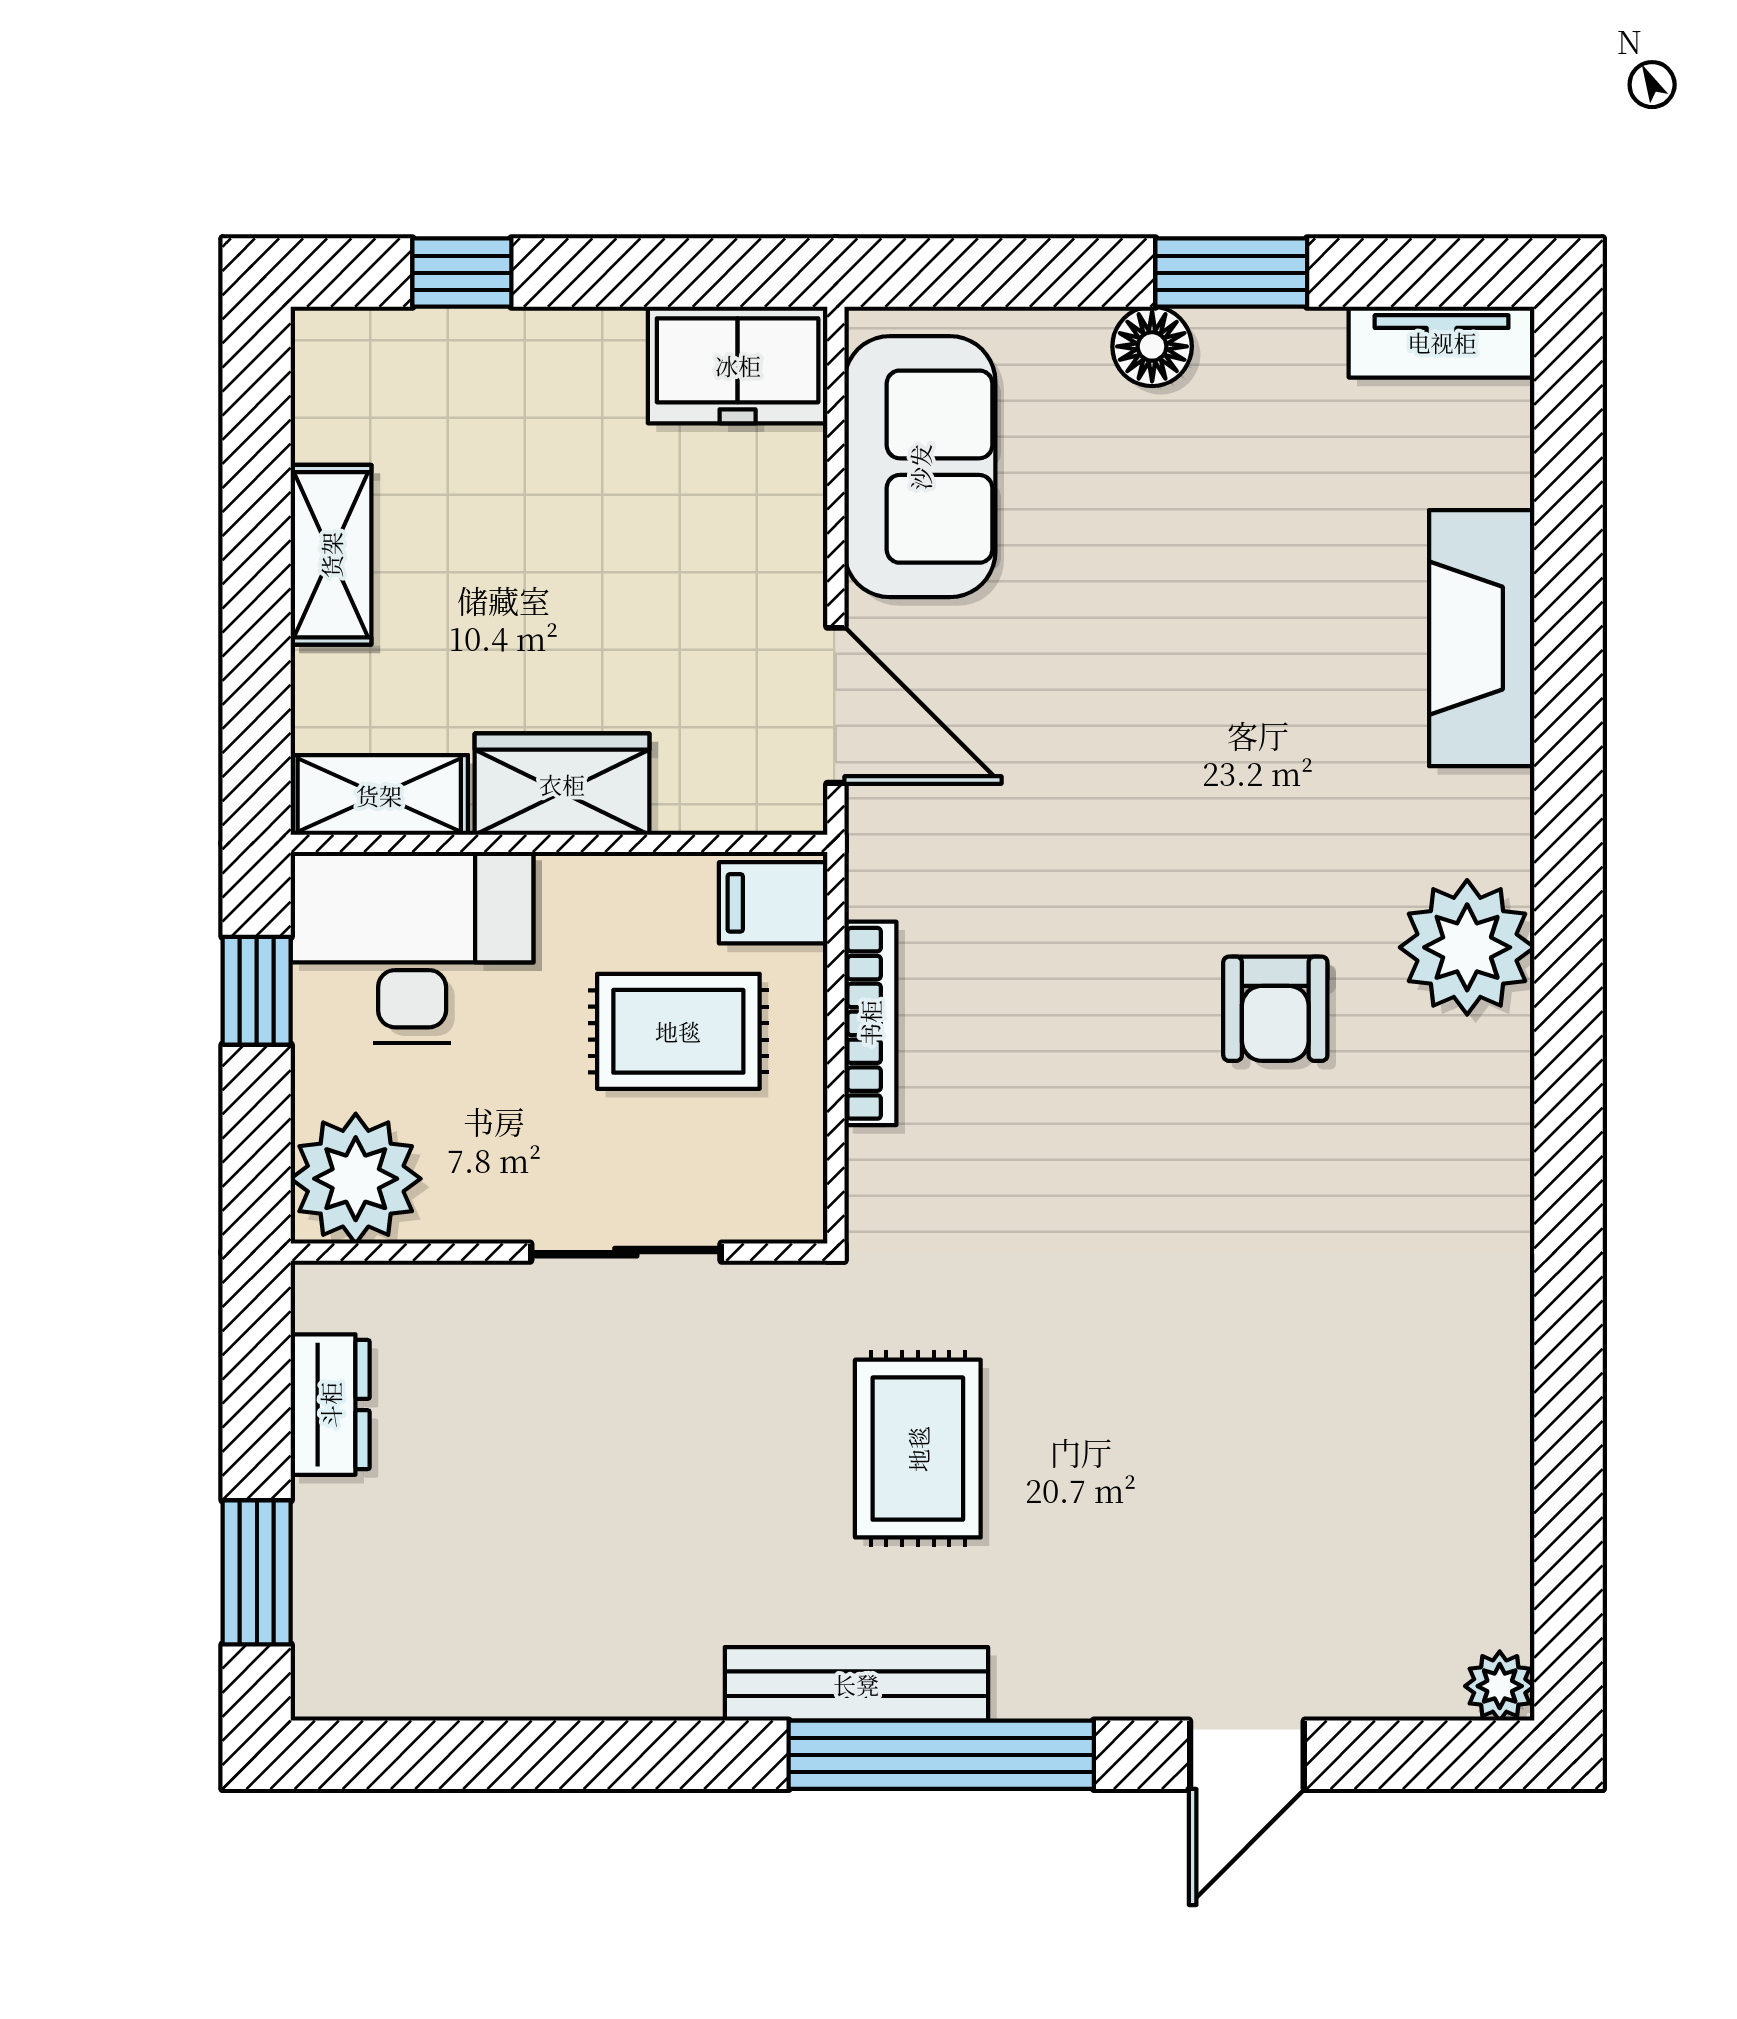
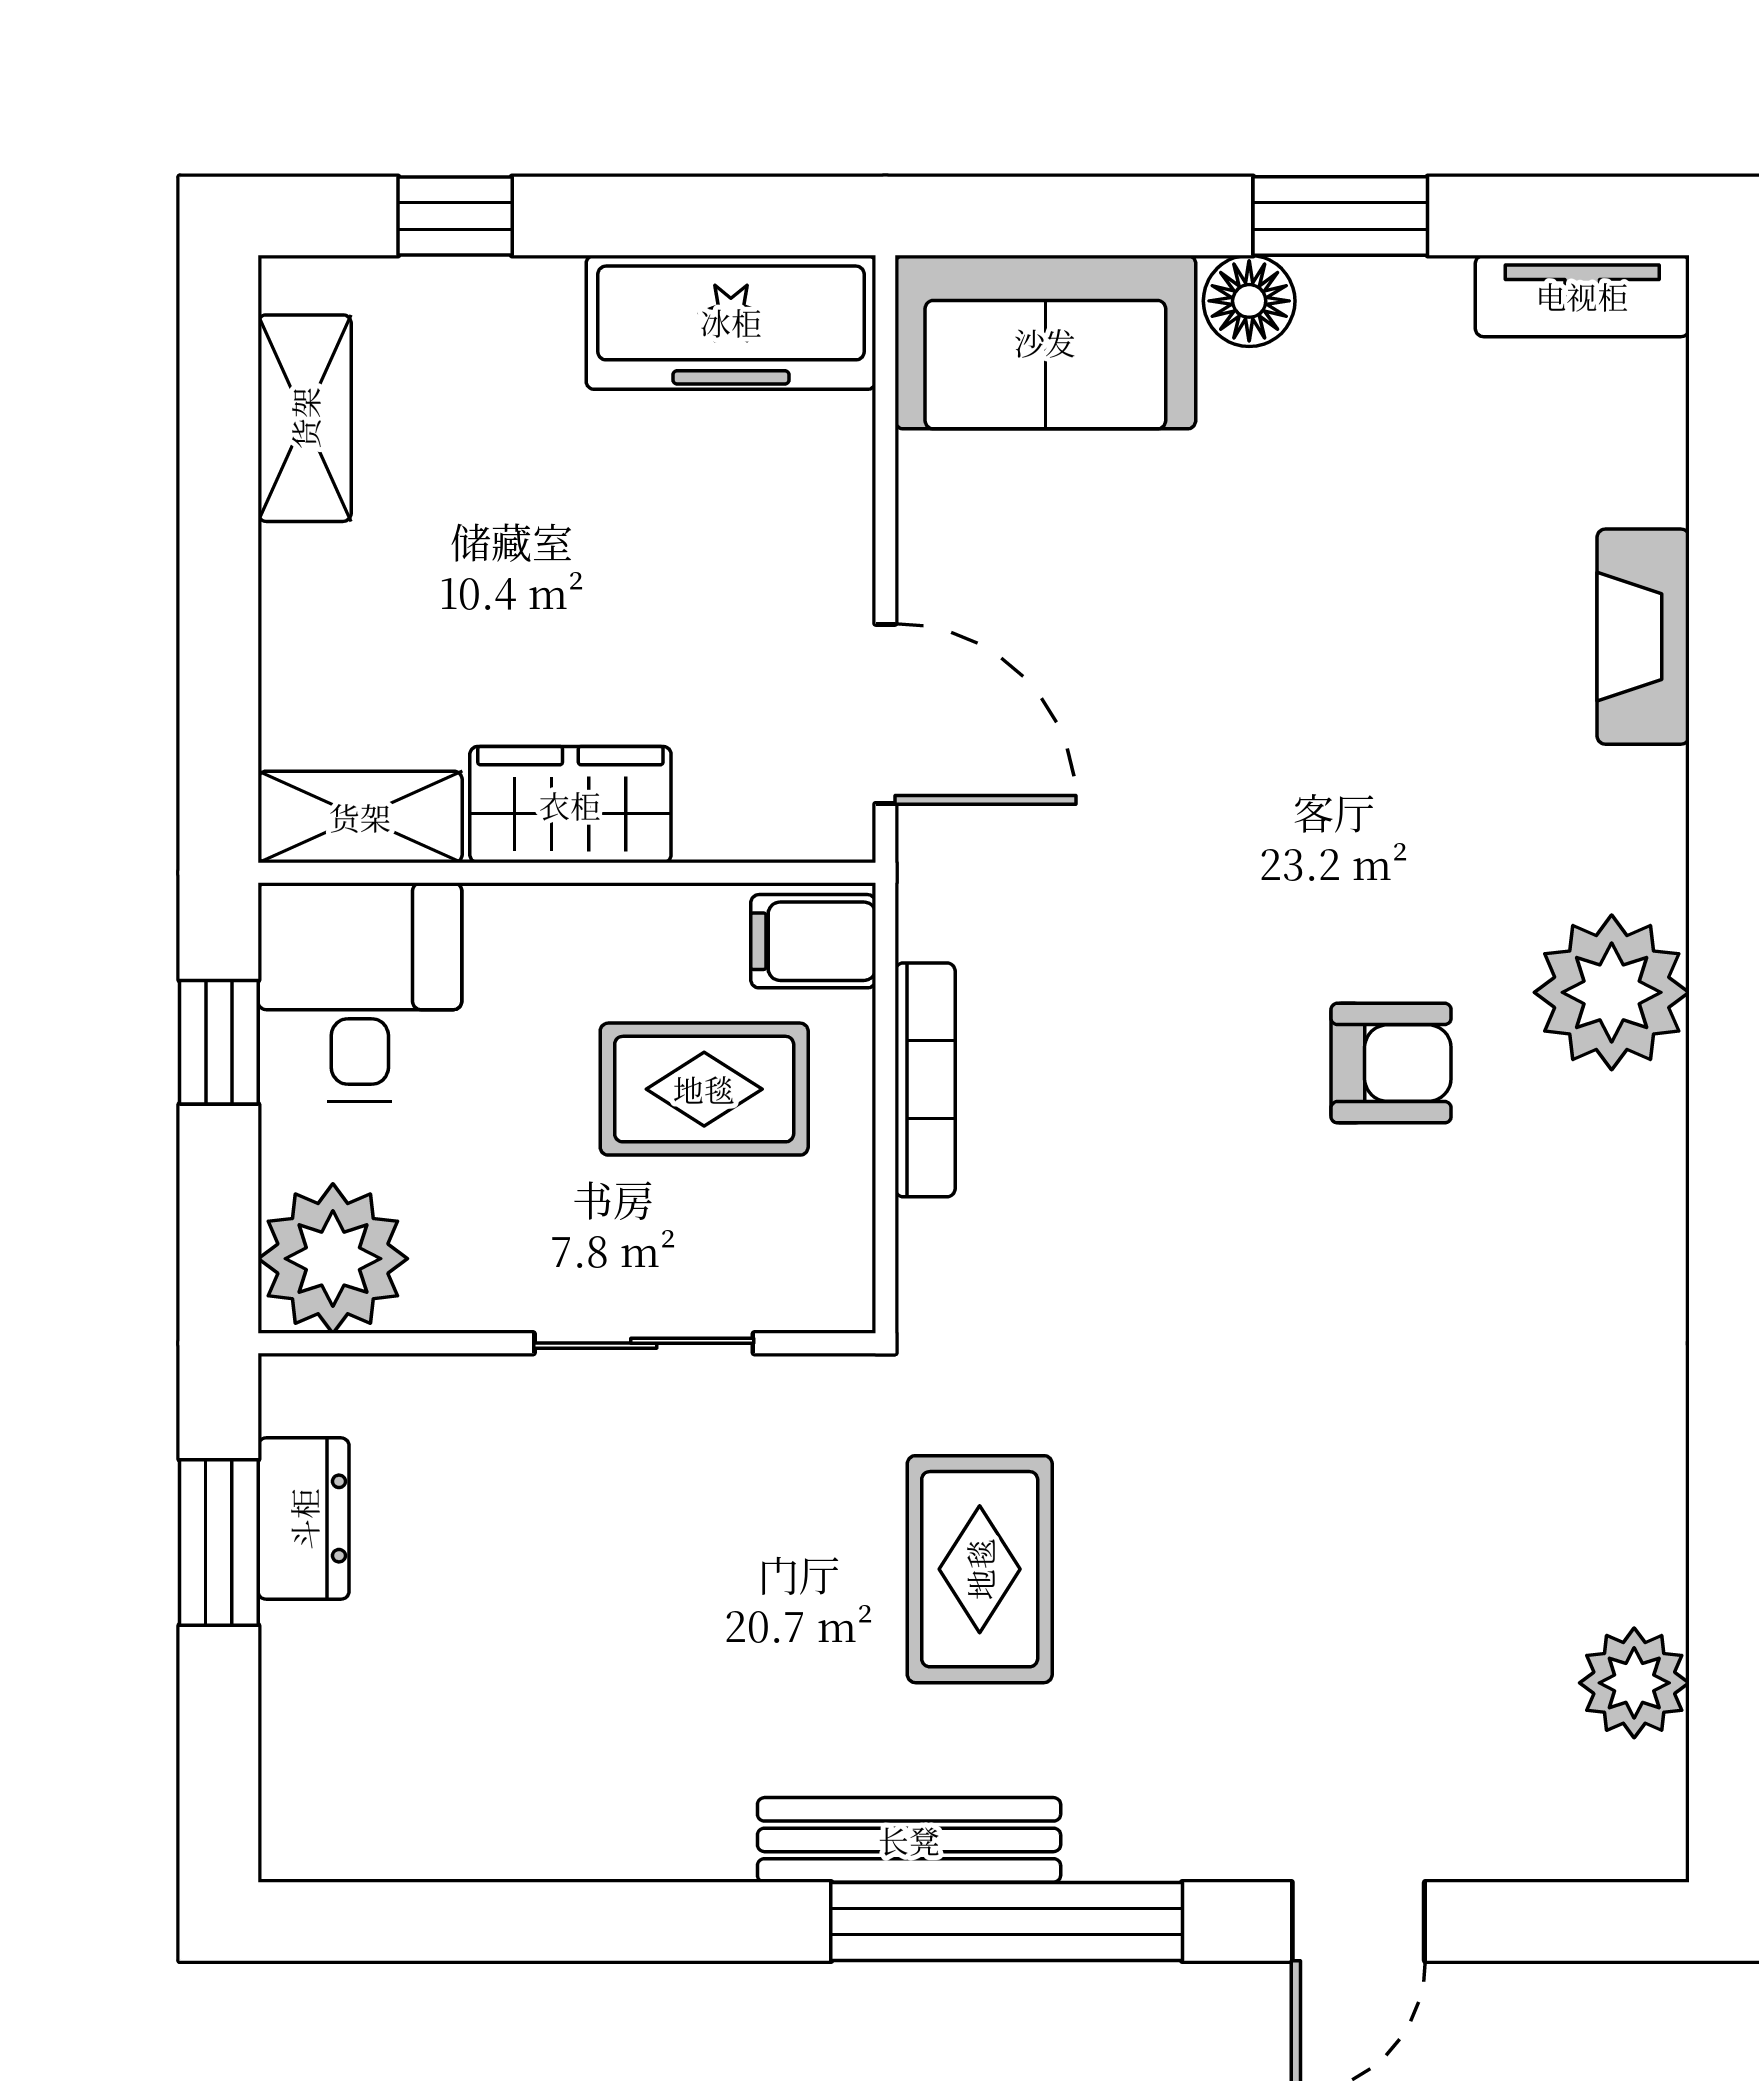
freezer: (738, 365) -> (731, 322), width x1.40
sofa: (920, 467) -> (1045, 342), moved, turned 90
shelving: (331, 555) -> (305, 418), moved
fireplace: (1482, 638) -> (1643, 637), width x0.73, depth x0.76
desk: (412, 947) -> (360, 992), width x0.73
armchair: (1275, 1009) -> (1391, 1063), turned -90
window: (257, 1572) -> (219, 1542), moved
plant: (1500, 1686) -> (1634, 1683), moved, width x1.38, depth x1.38

